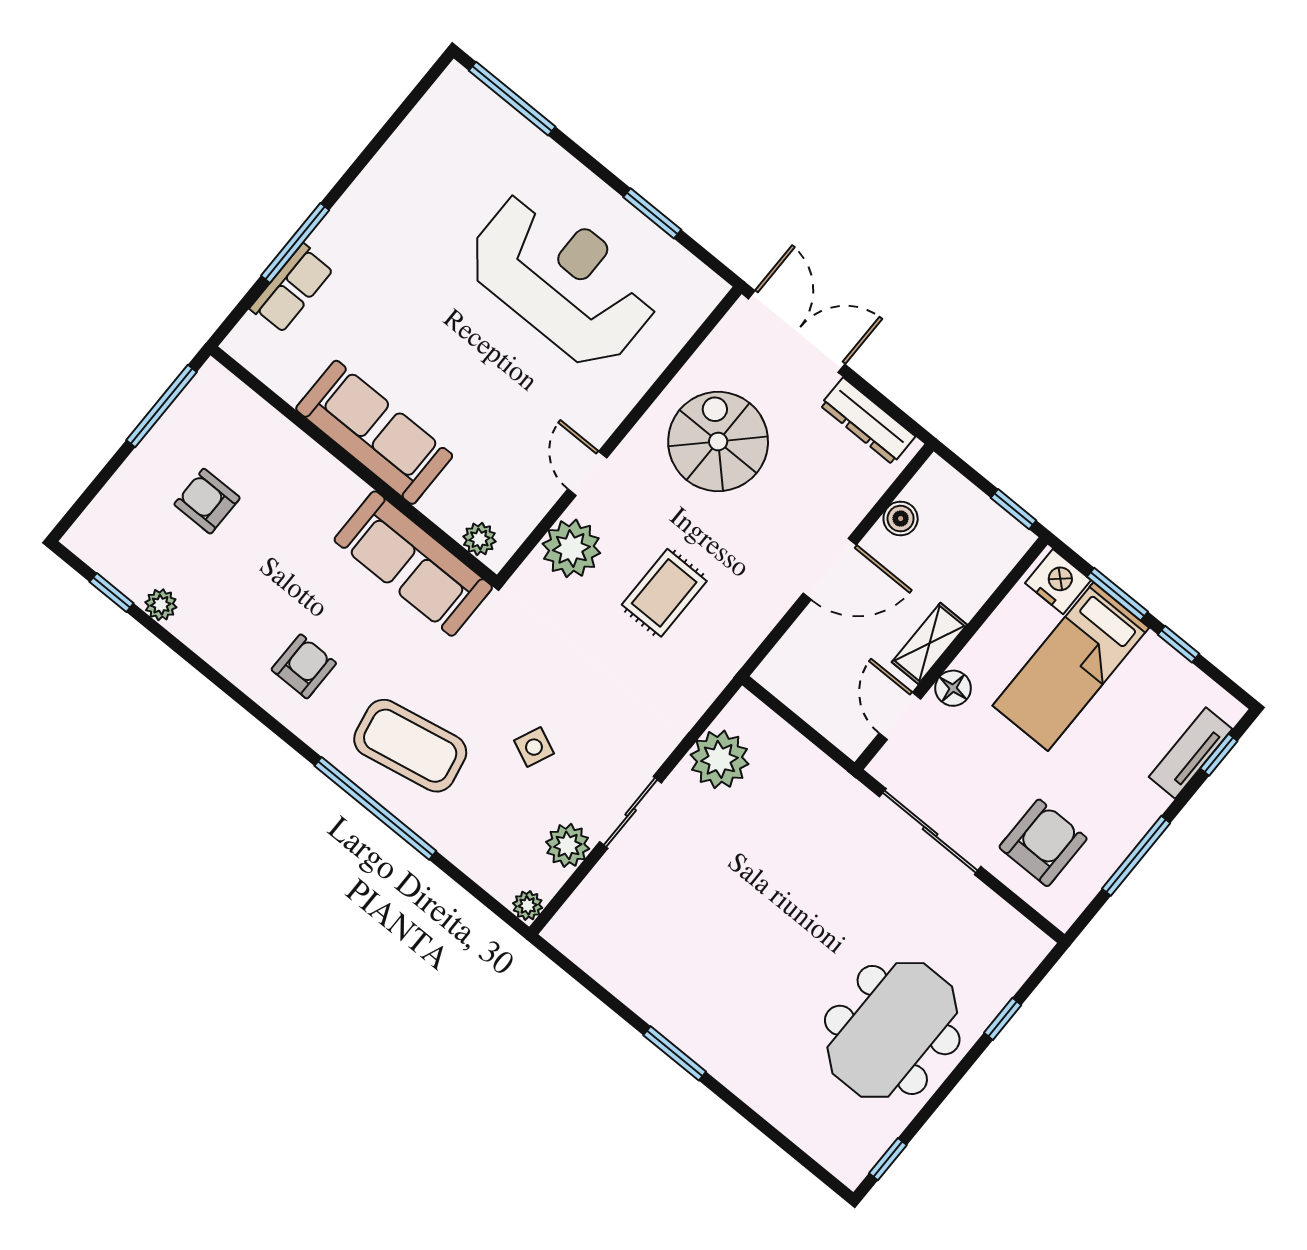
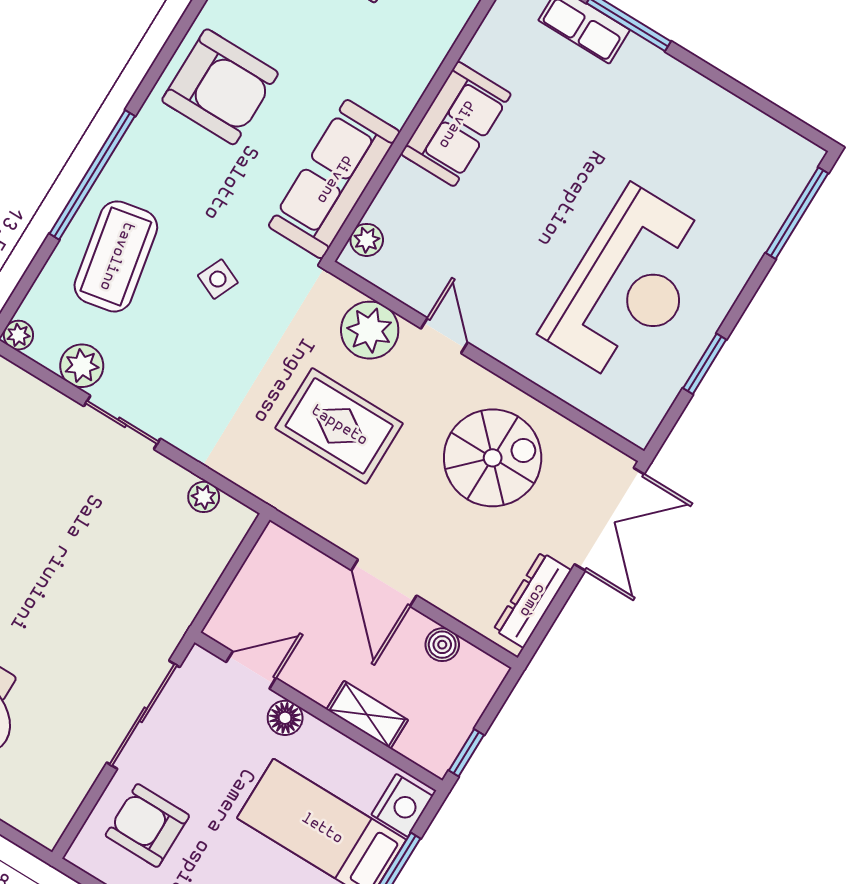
sofa: (374, 432) -> (456, 124), width x0.73
door: (587, 473) -> (444, 336), hinge flipped
rug: (664, 593) -> (339, 426), width x1.36, depth x1.43
shelving: (929, 643) -> (367, 715), moved
armchair: (304, 666) -> (220, 87), width x1.88, depth x1.88
coffee table: (410, 746) -> (116, 256), moved
side table: (534, 747) -> (218, 279), moved
plant: (720, 759) -> (204, 497), width x0.53, depth x0.53
armchair: (1043, 843) -> (147, 826), turned 180

